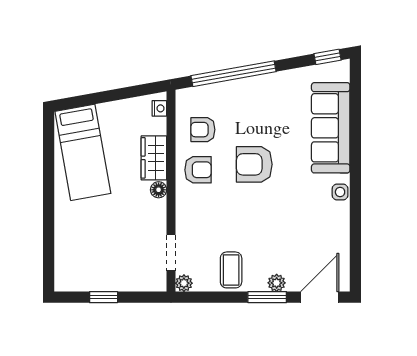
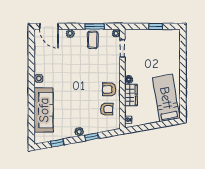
window: (328, 57) -> (57, 143), moved
window: (233, 74) -> (92, 137), width x0.32
plant: (259, 84) -> (79, 132), added
armchair: (254, 164) -> (81, 92), removed
window: (267, 297) -> (95, 26), moved
door: (320, 297) -> (49, 26), hinge flipped

